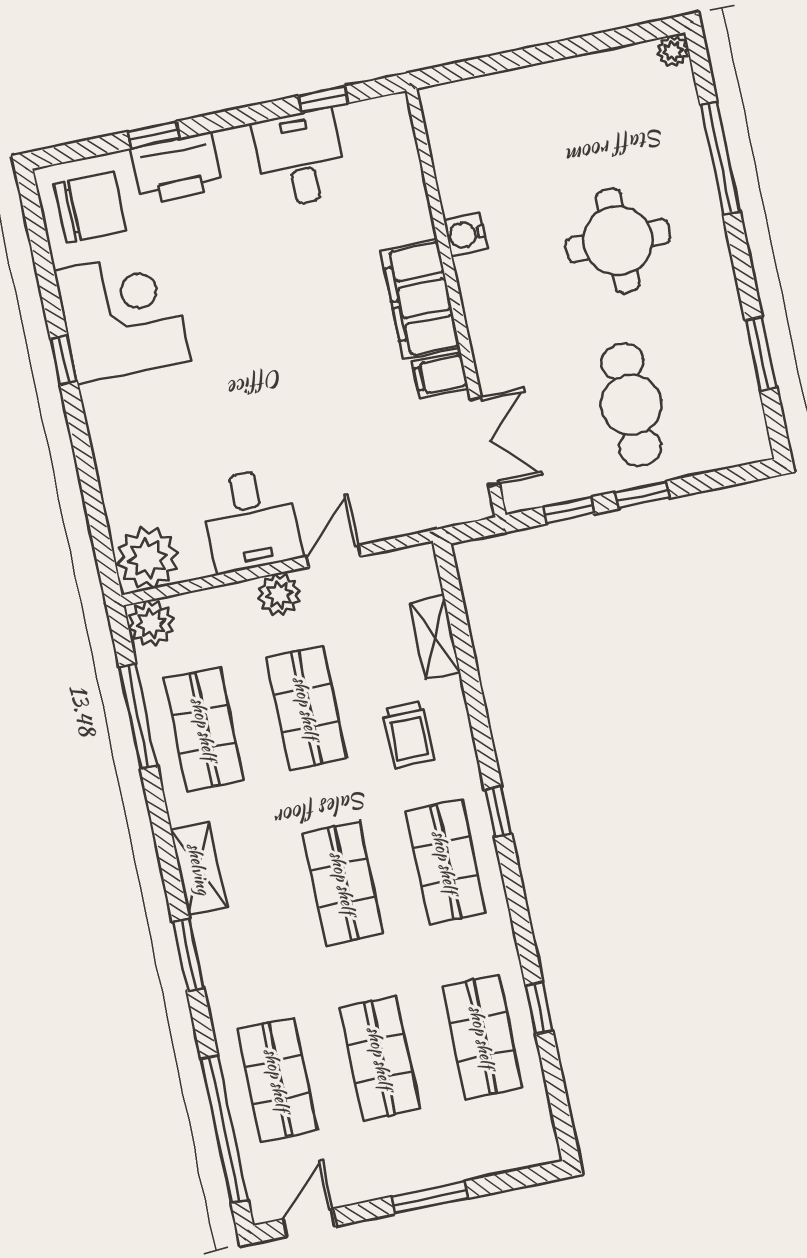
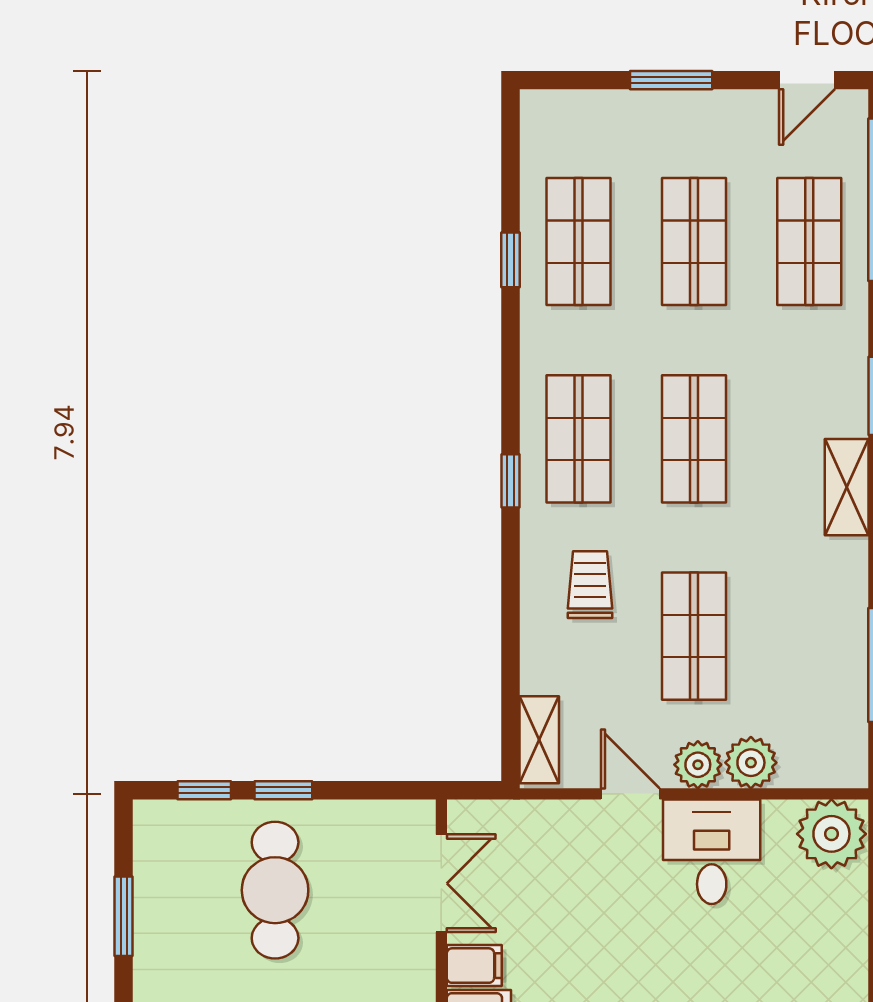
double door: (485, 442) -> (441, 883), swing flipped
window: (569, 510) -> (204, 790), moved
door: (334, 556) -> (630, 794), swing flipped
plant: (151, 623) -> (751, 763), moved
shelving: (435, 637) -> (539, 740), moved
shop shelf: (204, 729) -> (809, 636), removed

